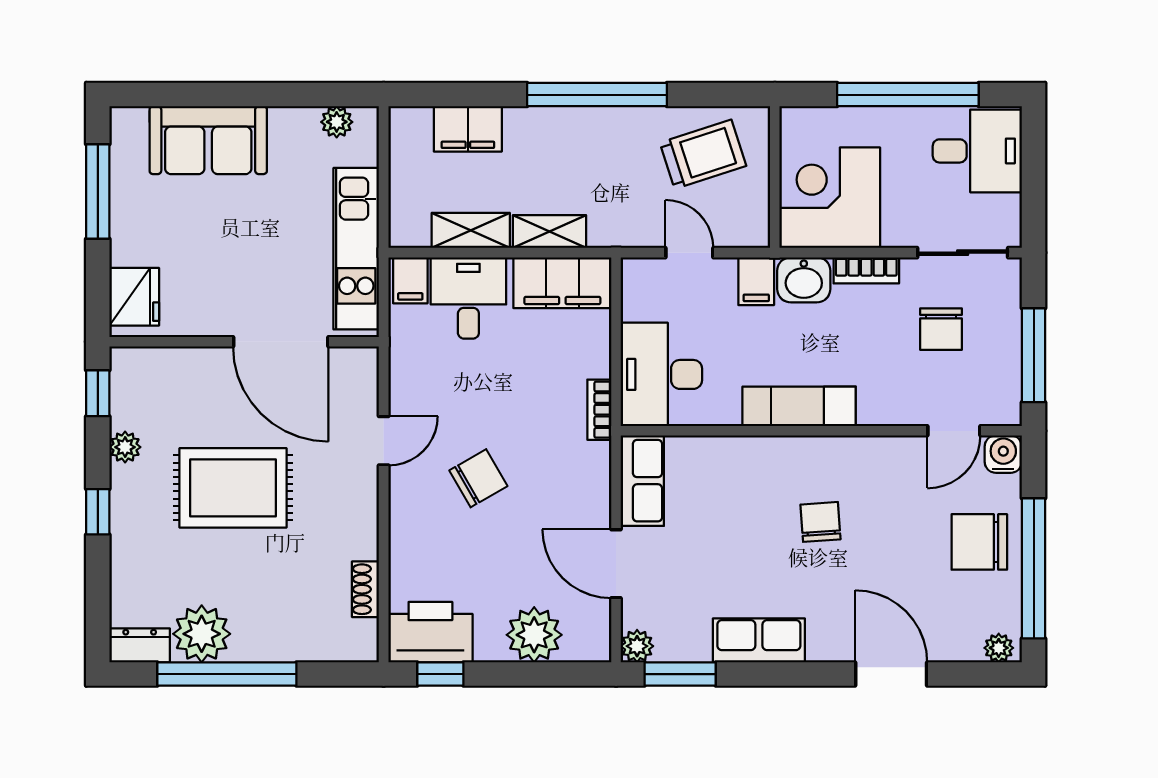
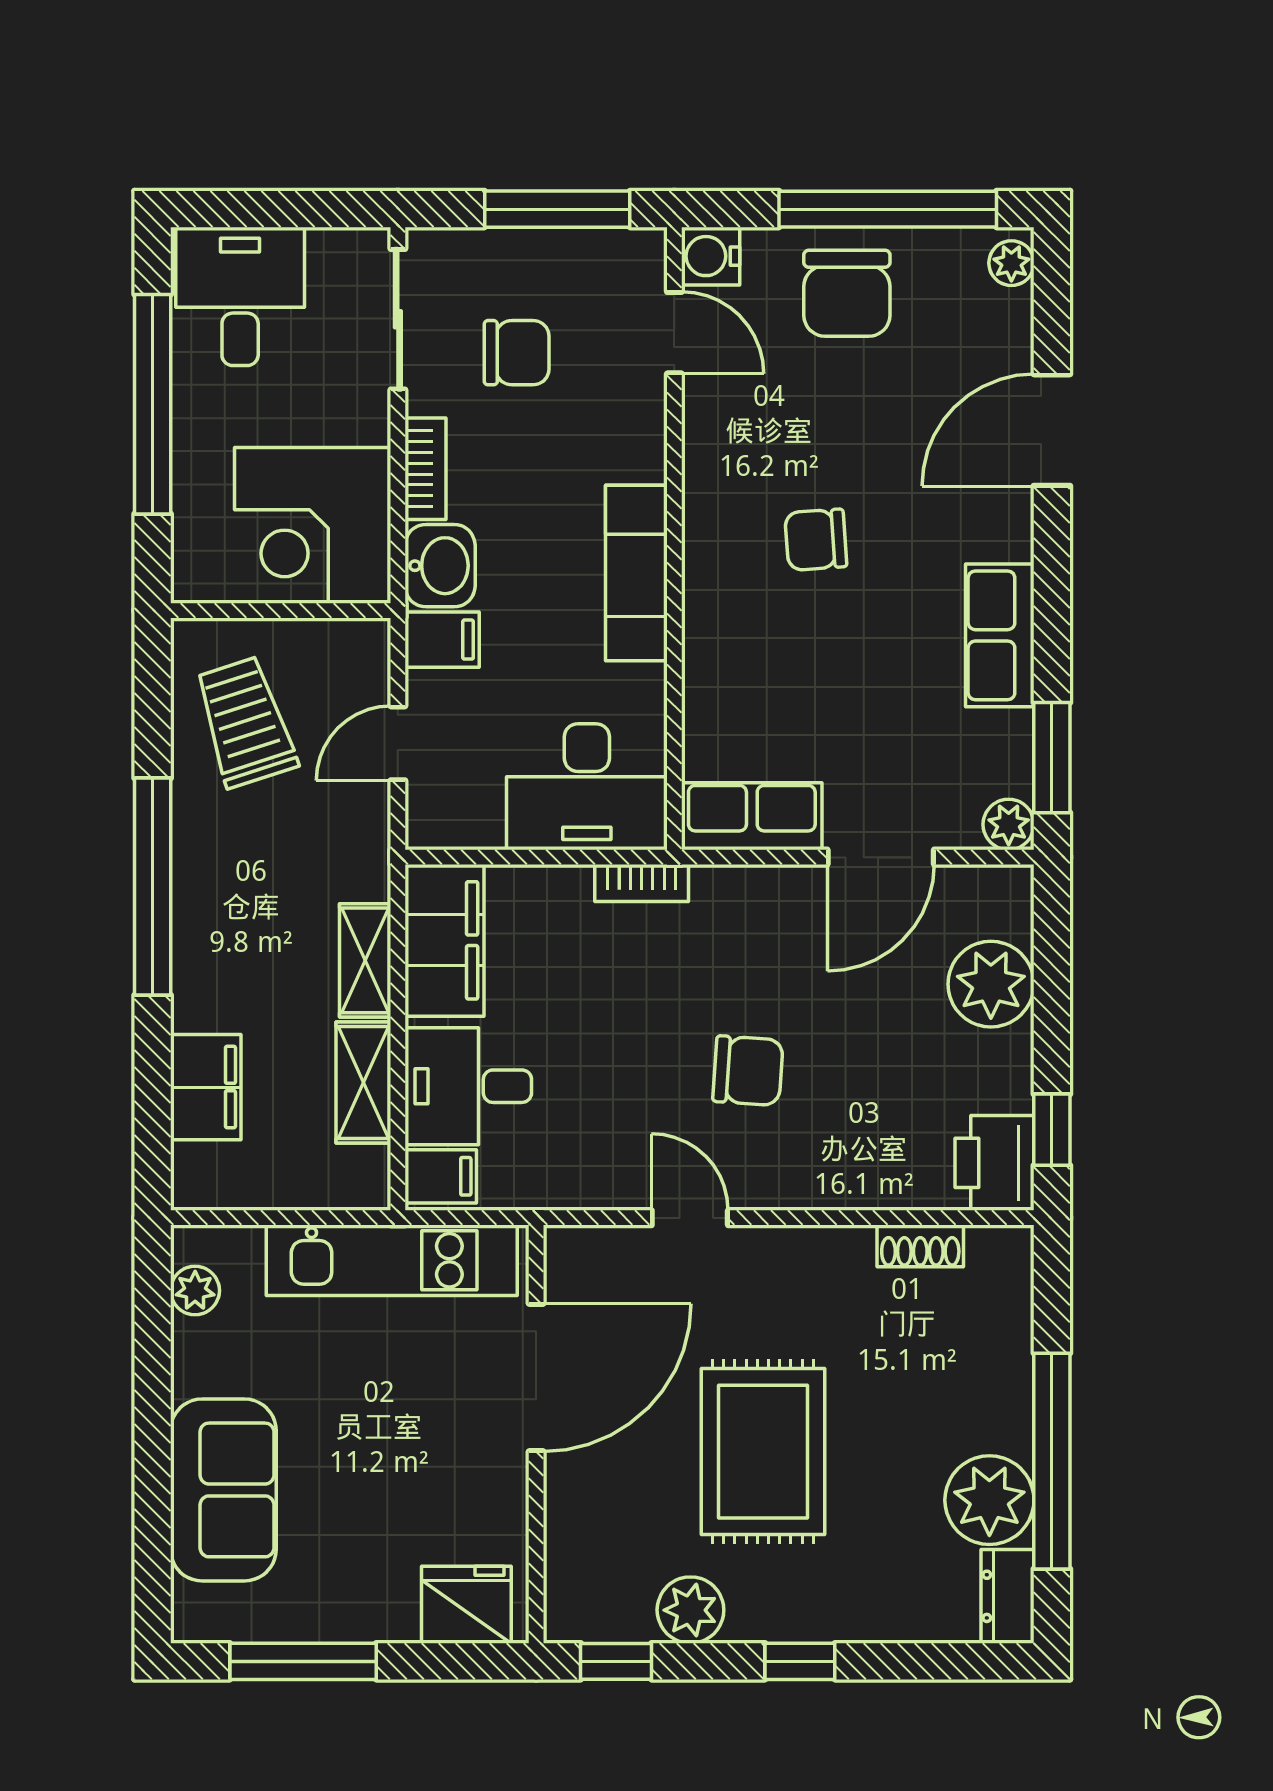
plant: (125, 447) -> (690, 1610), width x1.38, depth x1.38
chair: (478, 478) -> (748, 1071), turned 124
printer: (430, 632) -> (994, 1163), width x0.73, depth x0.84

